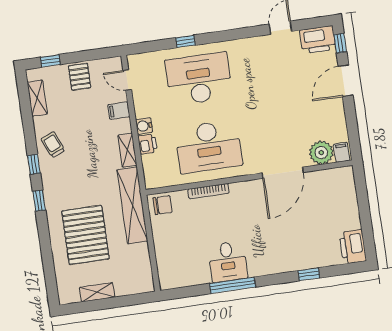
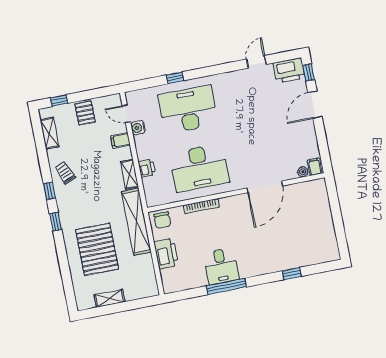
water cooler: (144, 126) -> (138, 128), moved
plant: (321, 153) -> (303, 172), width x0.53, depth x0.53
chair: (163, 205) -> (162, 220), turned 90
printer: (353, 247) -> (166, 253), moved, turned 180

